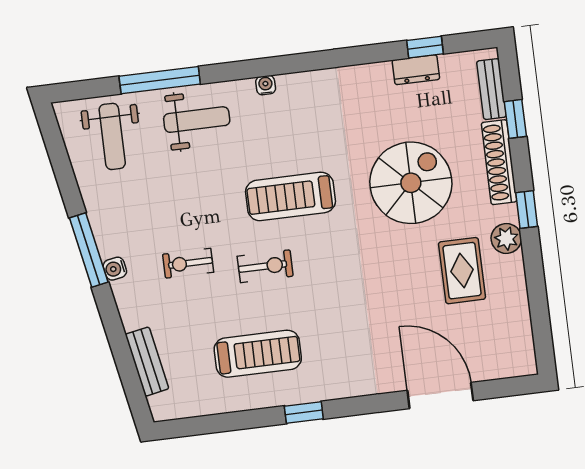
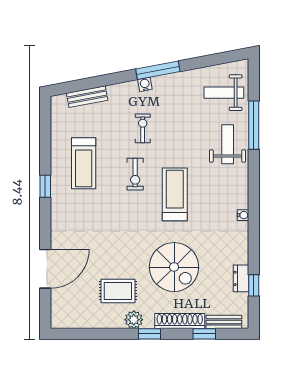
water cooler: (266, 85) -> (243, 215), moved
weight bench: (197, 120) -> (228, 144), turned 180

